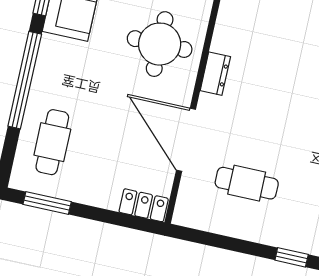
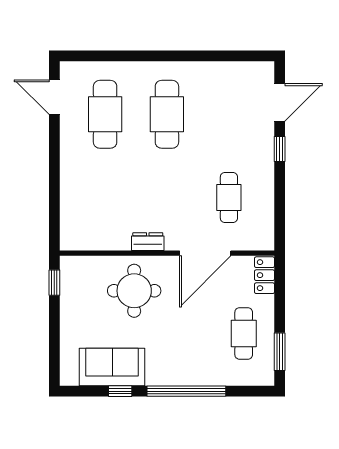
cafe table: (52, 142) -> (244, 333), moved, turned 90

